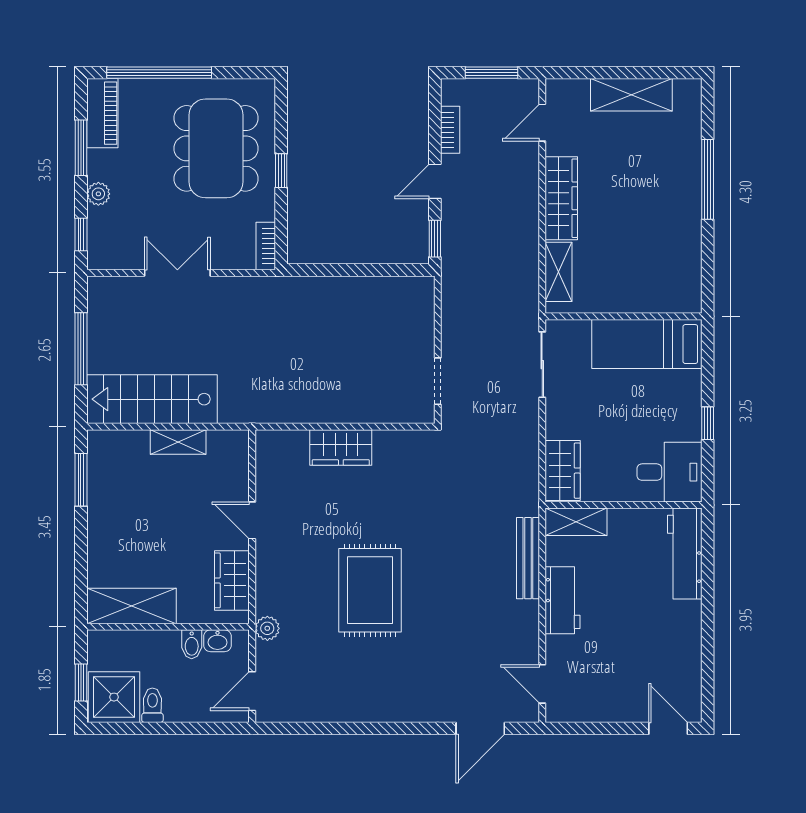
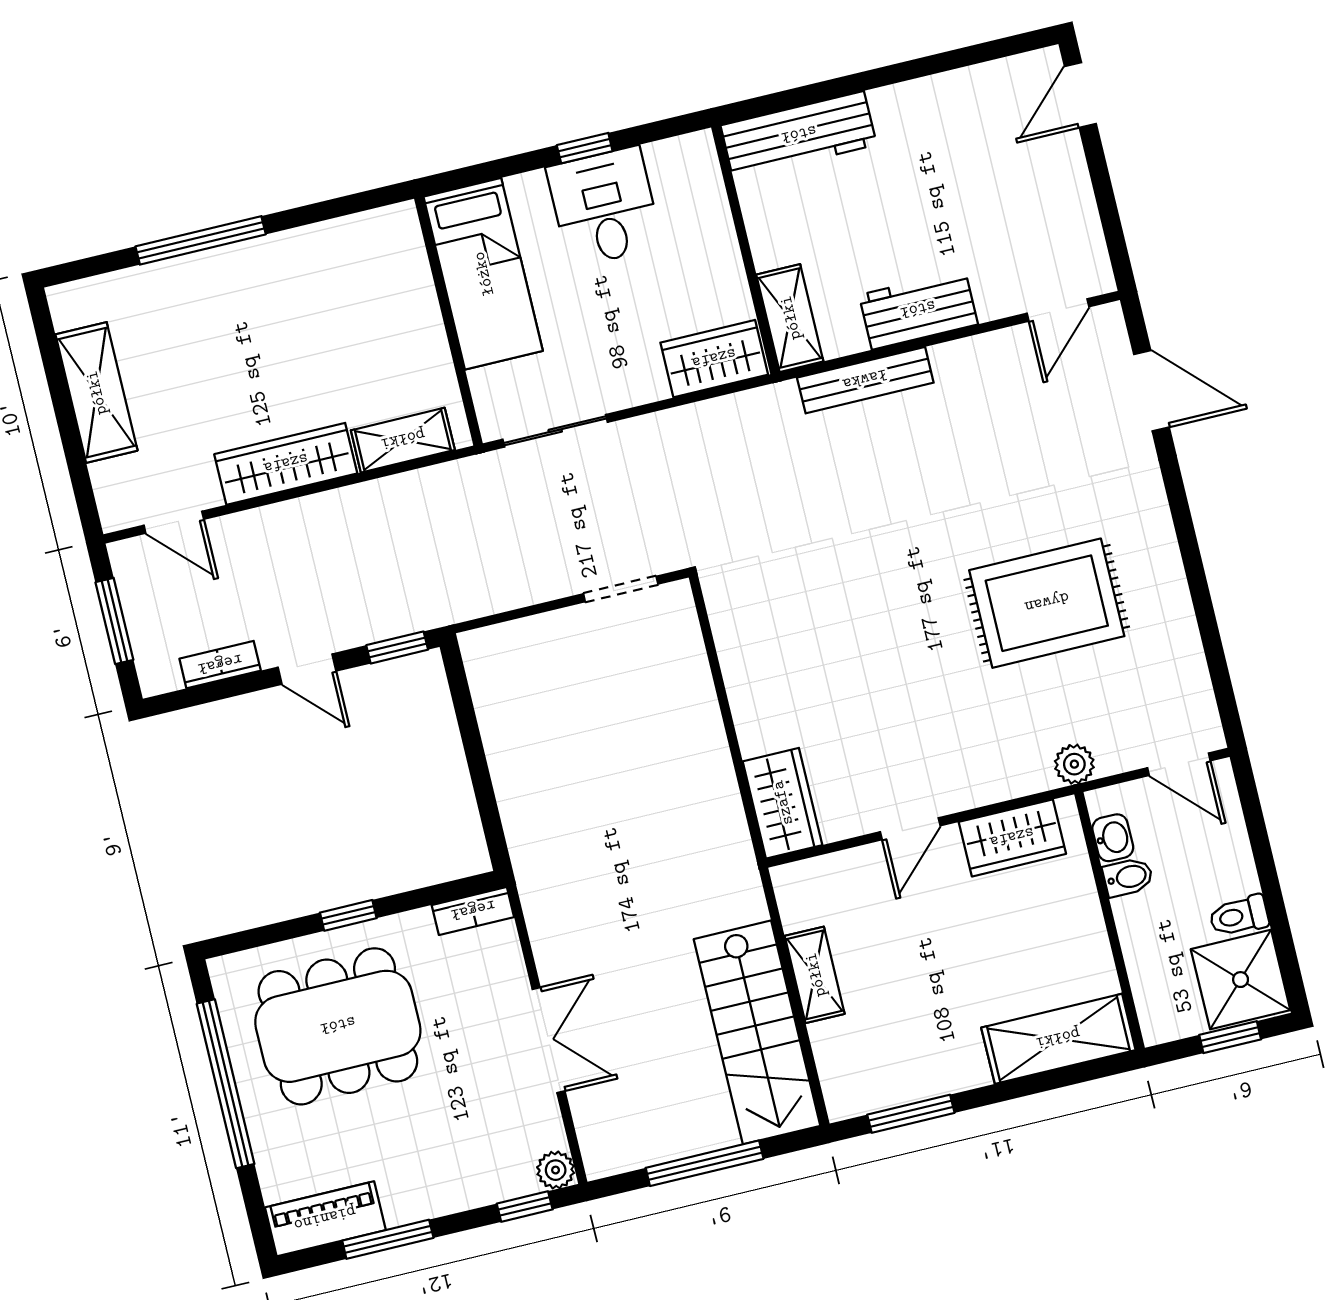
window: (159, 73) -> (226, 1084), moved
plant: (98, 194) -> (556, 1170), moved
double door: (177, 273) -> (549, 1040), swing flipped
wardrobe: (341, 447) -> (782, 803), moved
desk: (669, 472) -> (604, 207), moved
rug: (370, 590) -> (1047, 603), moved
shelving: (132, 606) -> (1058, 1039), moved, turned 90

